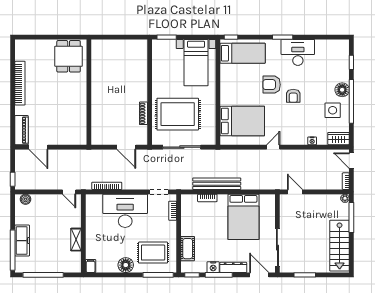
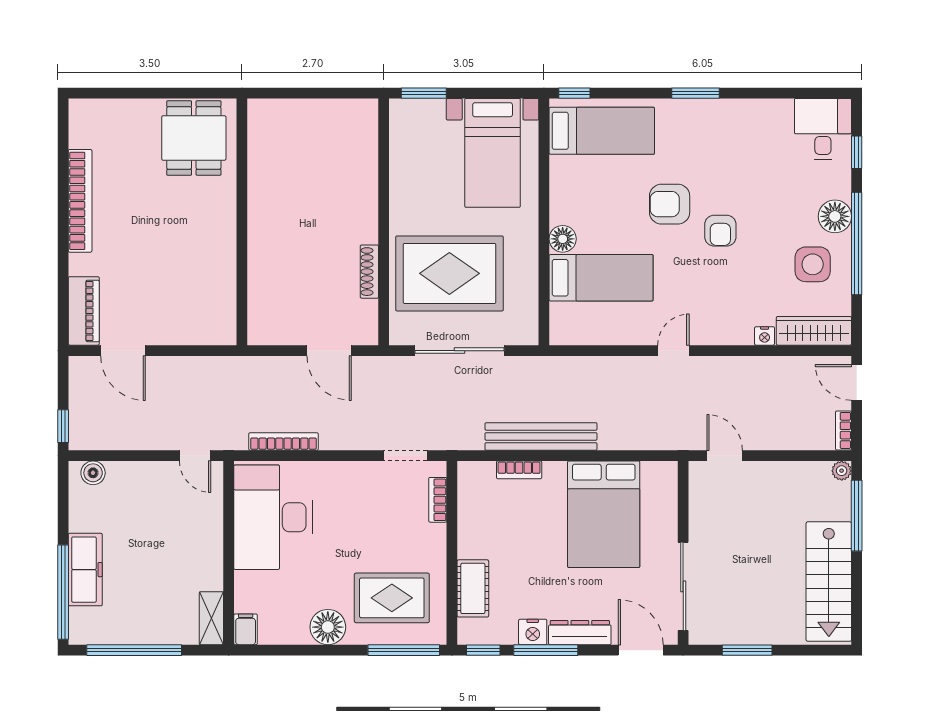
desk: (298, 52) -> (823, 129), moved, width x0.73
floor lamp: (226, 99) -> (563, 239), added
bed: (242, 121) -> (601, 278), width x0.67
wardrobe: (339, 139) -> (814, 331), width x1.50
desk: (125, 211) -> (273, 517), moved, turned -90
shelving: (76, 240) -> (211, 618), moved

